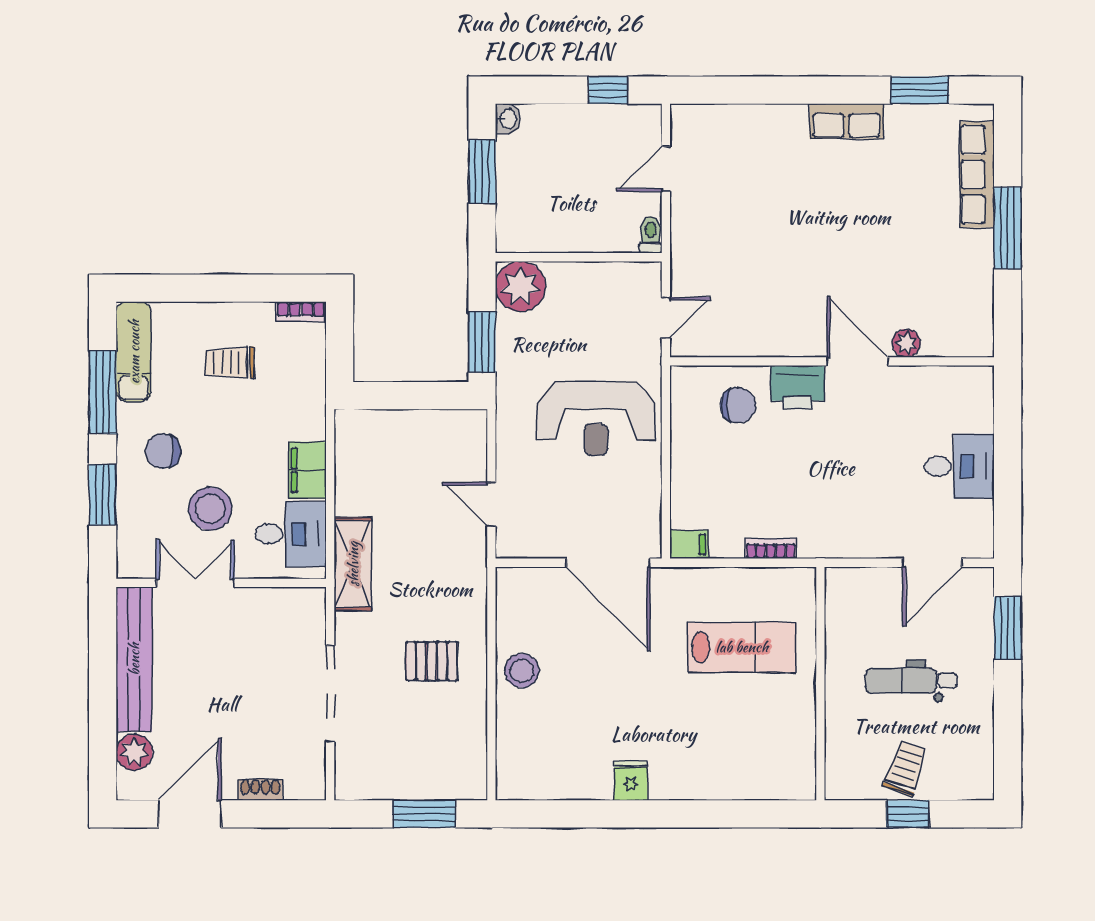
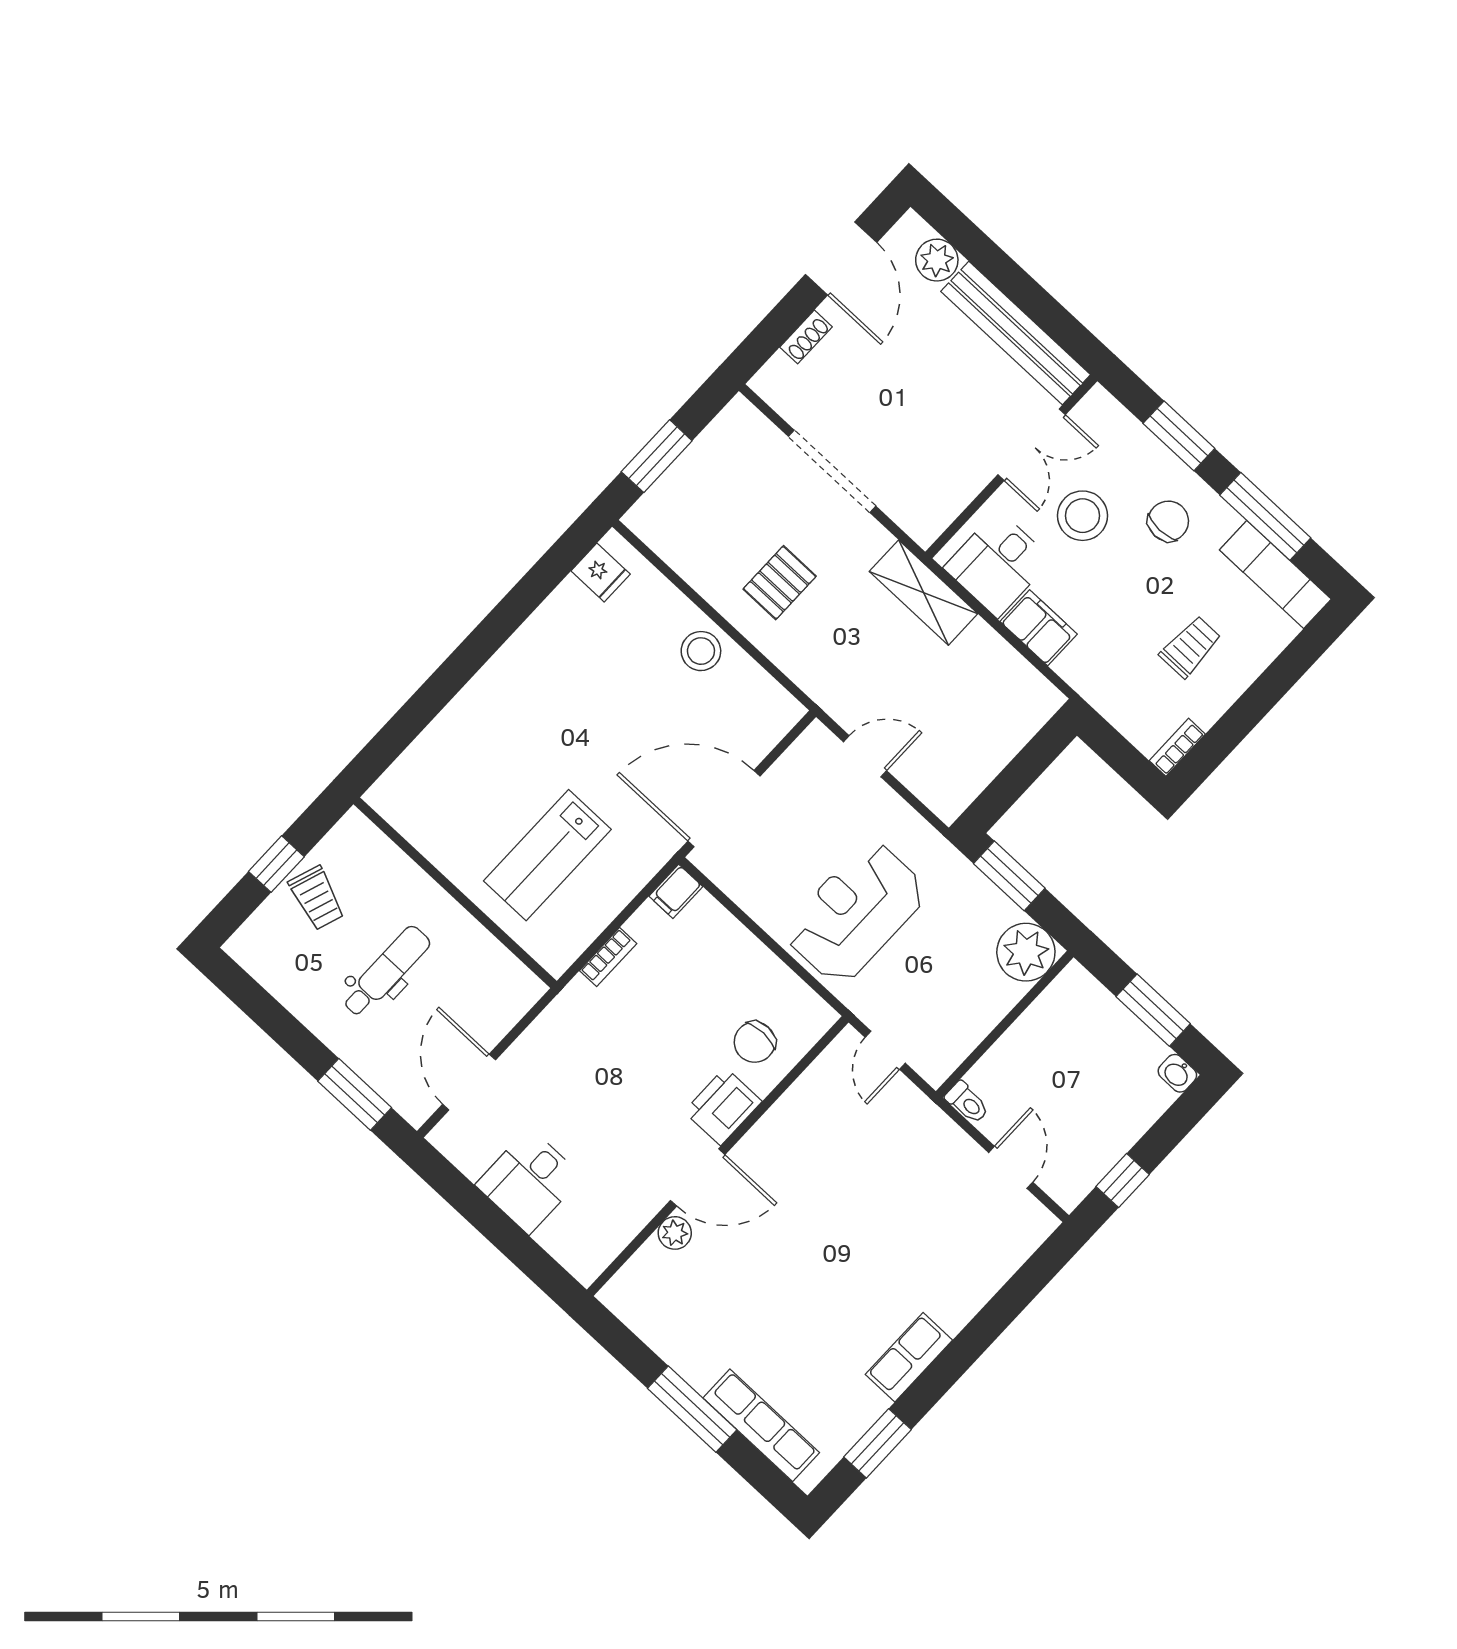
fridge: (631, 781) -> (601, 573), moved

